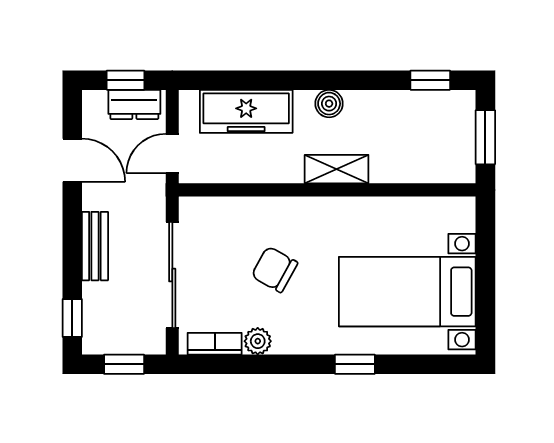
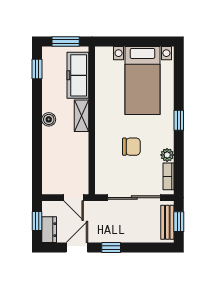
dresser: (134, 105) -> (49, 230), moved
freezer: (246, 111) -> (78, 75), moved, turned 180
bench: (95, 246) -> (167, 222), moved, turned 90
chair: (274, 269) -> (131, 147), turned -119
window: (72, 318) -> (111, 247), moved
window: (355, 364) -> (179, 120), moved

